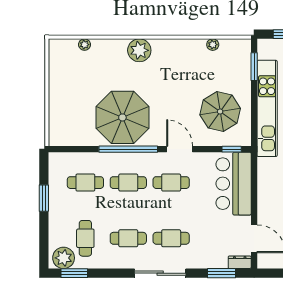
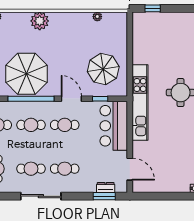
window: (254, 67) -> (130, 34), removed
kitchen unit: (267, 108) -> (140, 102), moved
window: (232, 149) -> (100, 99), moved
dresser: (240, 262) -> (106, 188), moved
sliding door: (160, 273) -> (41, 196), moved

